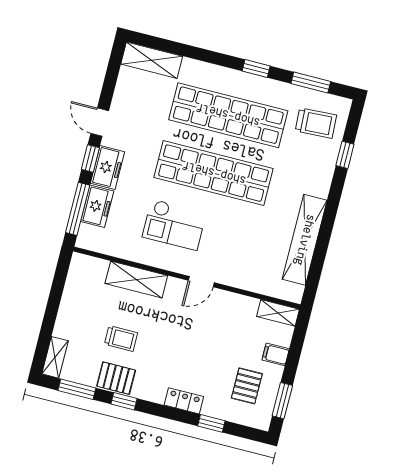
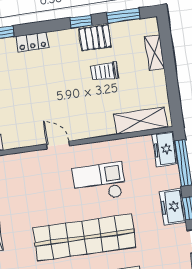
freezer: (97, 206) -> (165, 149), moved
shelving: (136, 280) -> (141, 121), moved
door: (201, 282) -> (58, 145), hinge flipped
shelving: (55, 357) -> (154, 53), moved

